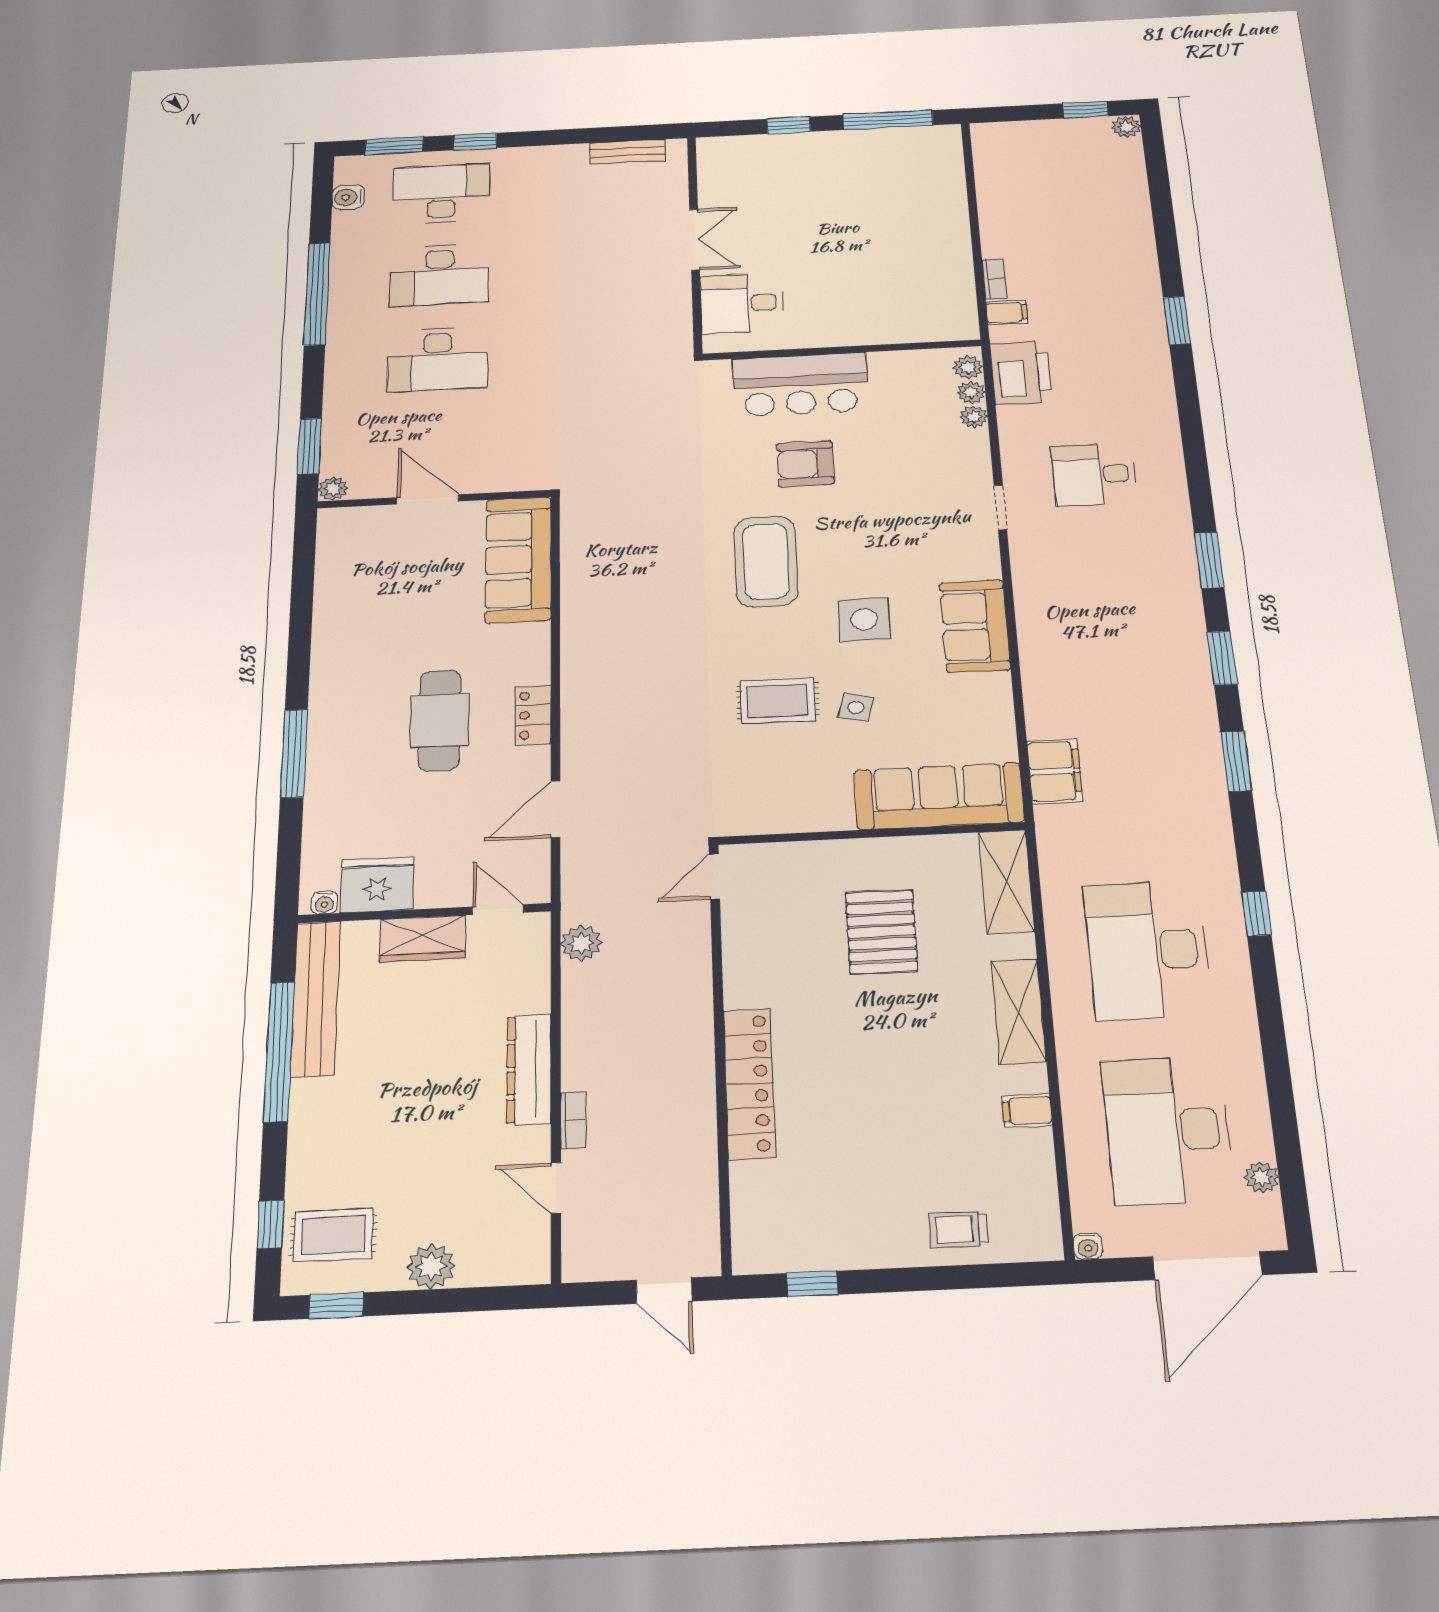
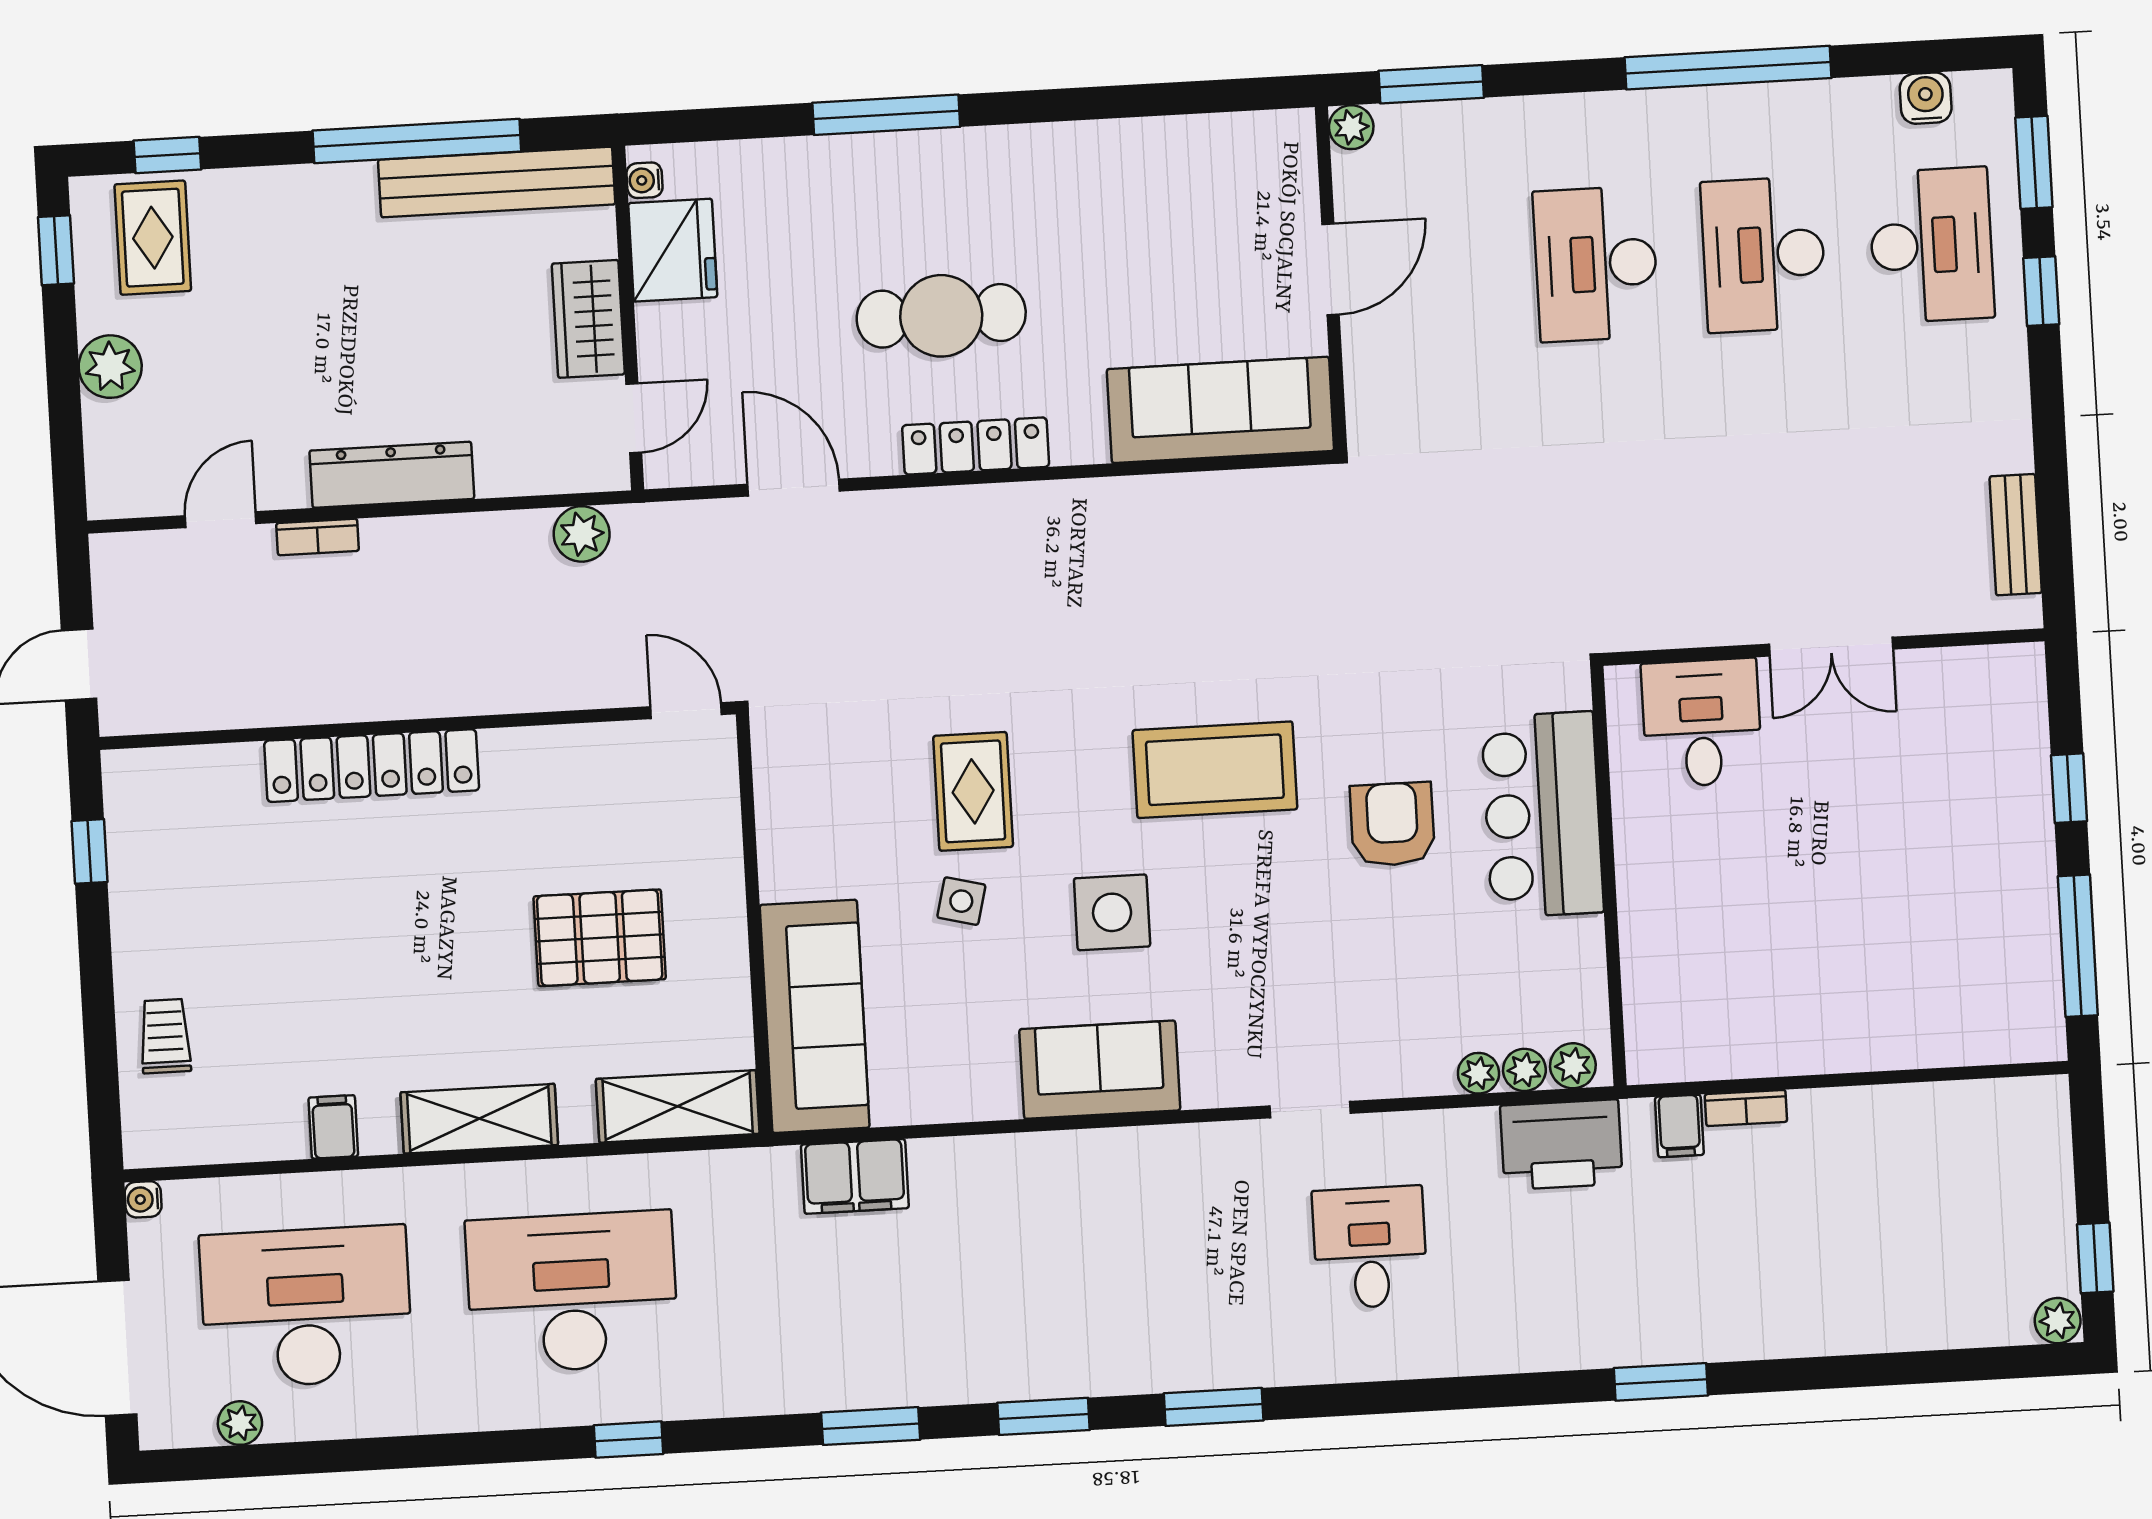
locker: (533, 715) -> (976, 446), width x1.53

